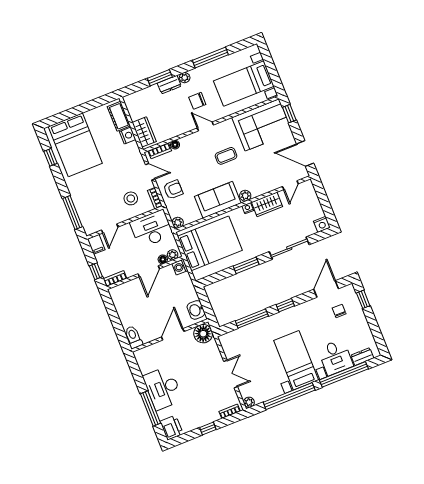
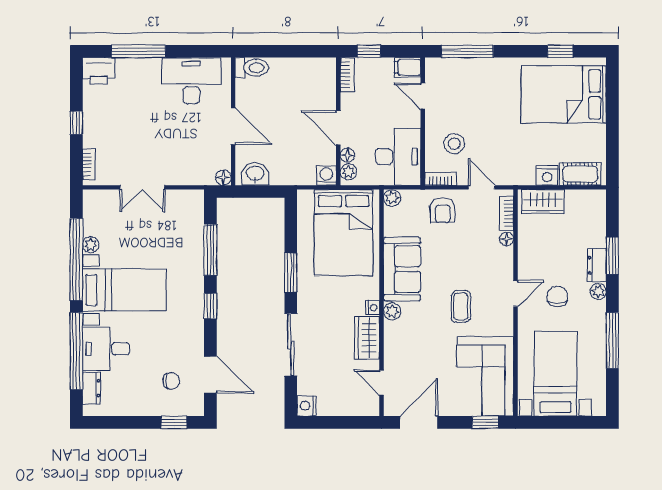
door: (150, 172) -> (482, 187), swing flipped
floor lamp: (203, 334) -> (223, 178), width x0.53, depth x0.53
desk: (163, 388) -> (191, 81), moved
plant: (249, 402) -> (91, 245), moved

